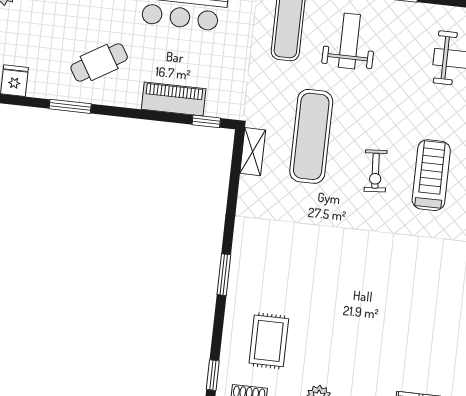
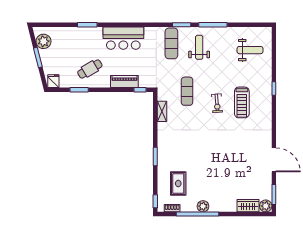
exercise mat: (311, 136) -> (187, 91), width x0.73, depth x0.69
shelving: (253, 152) -> (162, 111), moved
treadmill: (431, 175) -> (242, 102), turned 180

